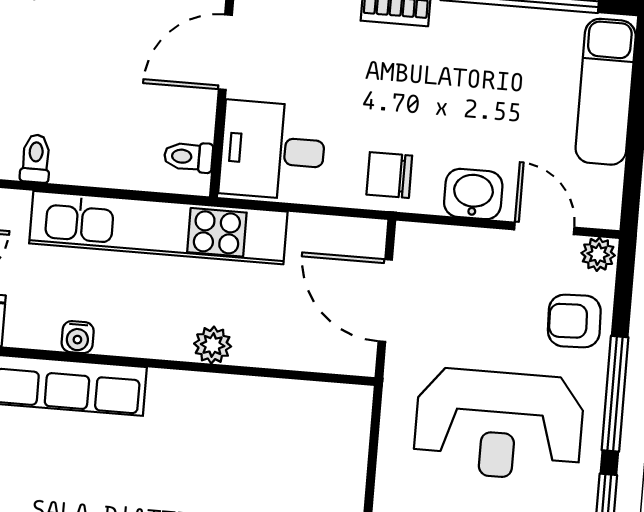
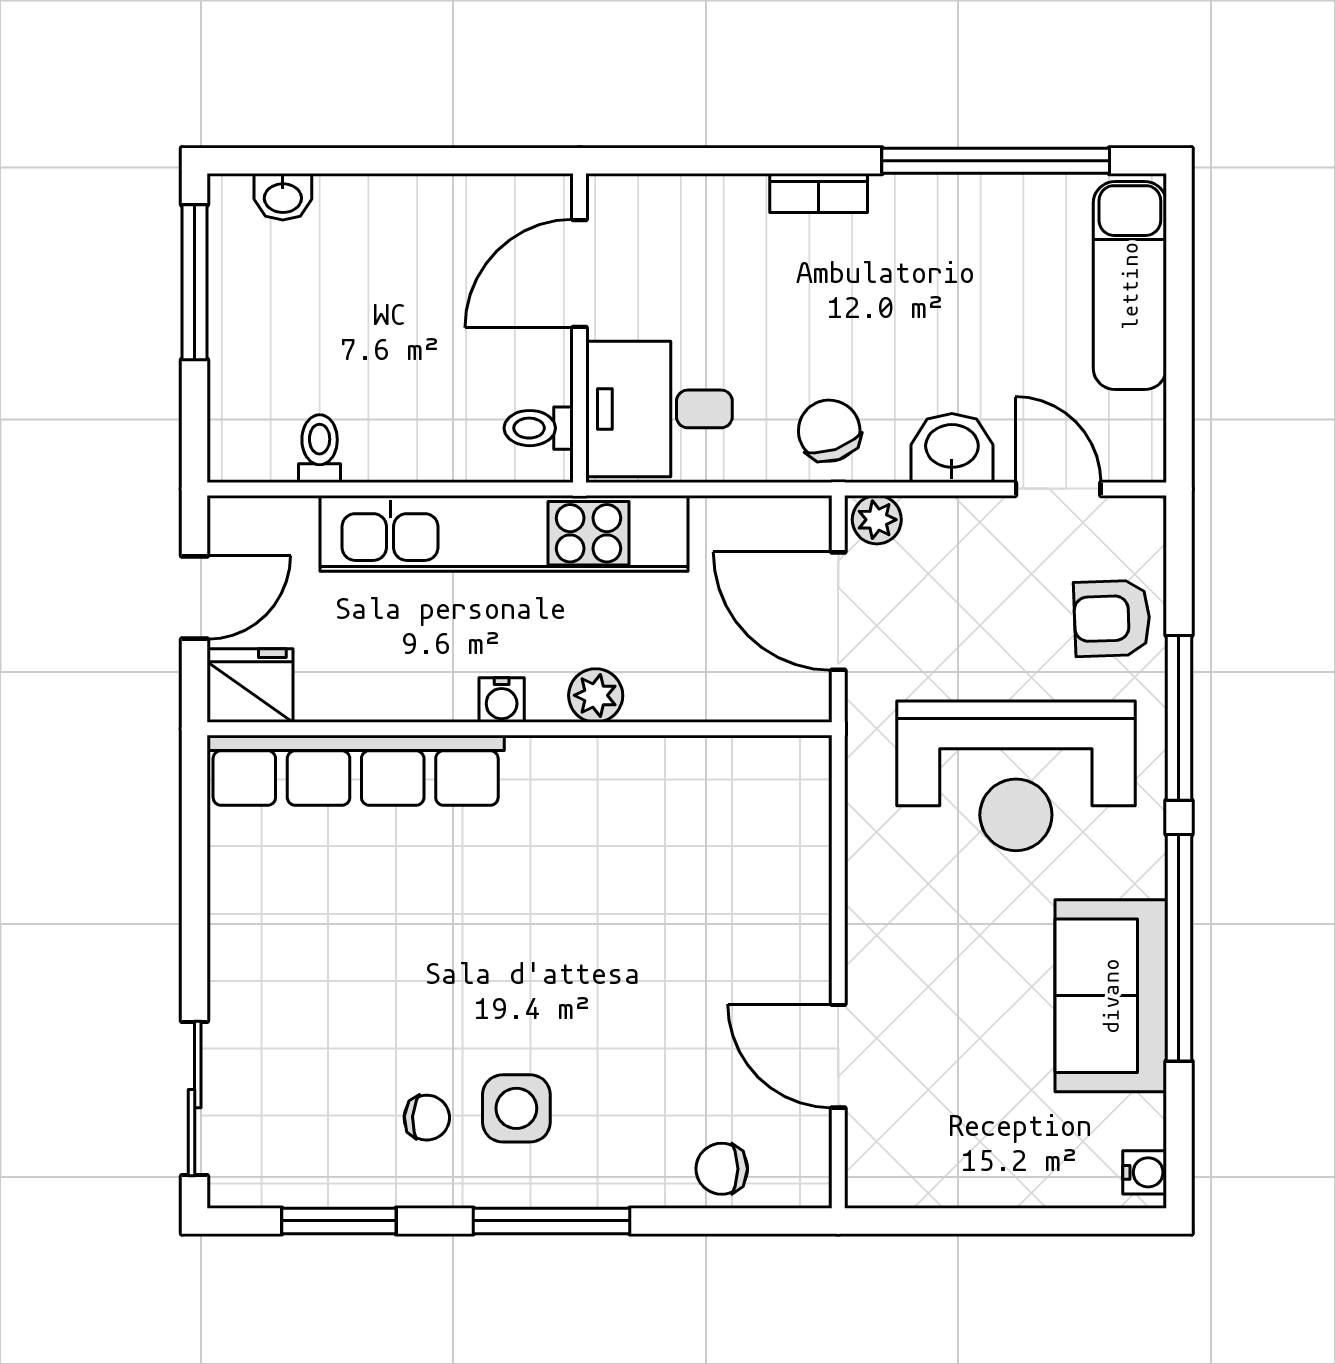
chair: (389, 175) -> (829, 431), turned 71
plant: (598, 254) -> (877, 520), moved
water cooler: (78, 337) -> (502, 700), moved

